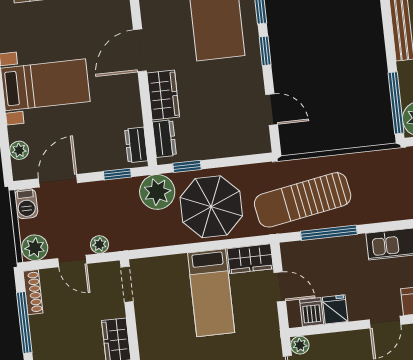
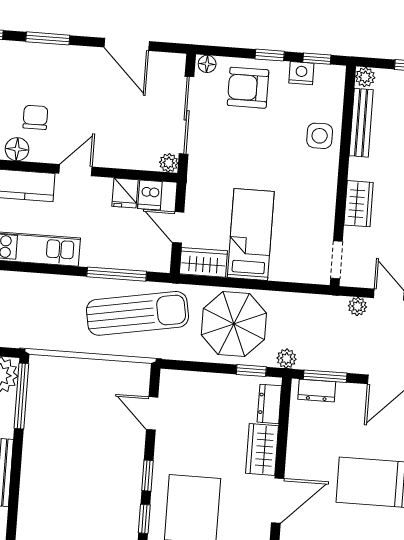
dresser: (136, 145) -> (317, 391), moved, turned 90
window: (117, 174) -> (325, 376), width x1.50
plant: (157, 192) -> (287, 359), width x0.53, depth x0.53

